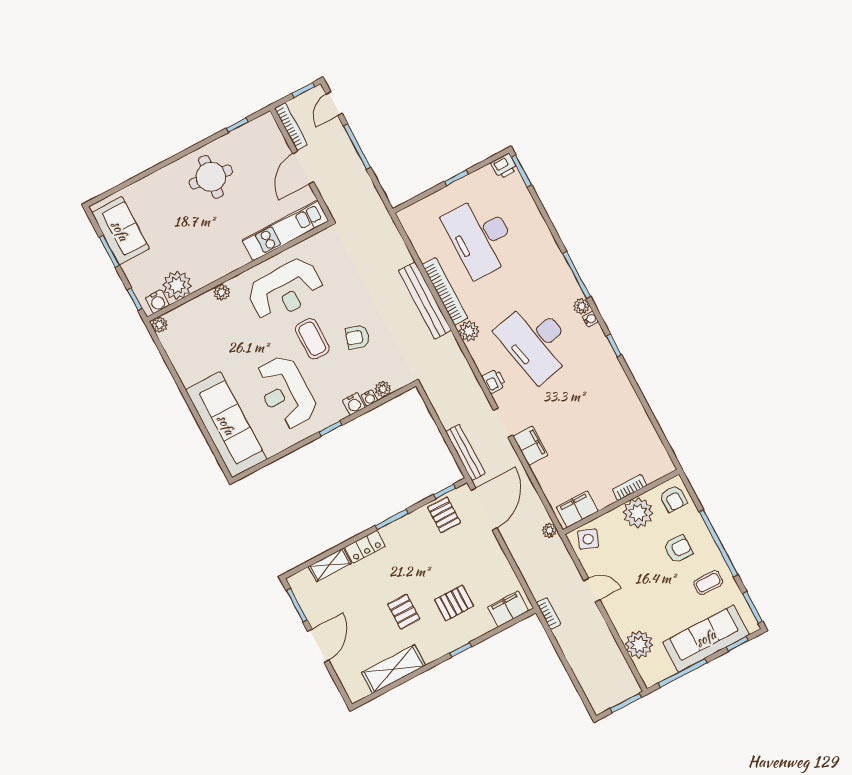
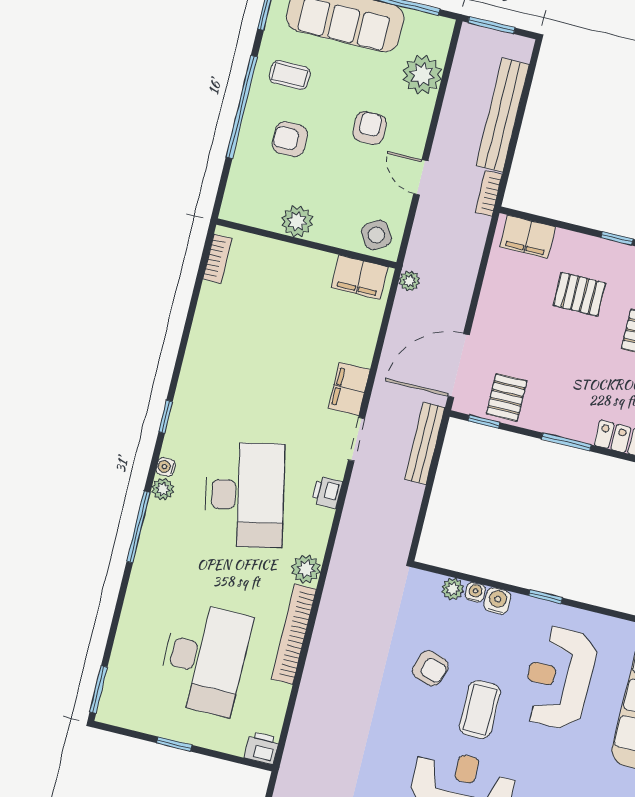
printer: (504, 166) -> (262, 748), moved
bench: (425, 300) -> (503, 115), moved
reception desk: (286, 392) -> (559, 678), turned 180
bookcase: (629, 487) -> (217, 259), moved, turned -90
armchair: (673, 499) -> (370, 128), moved
plant: (638, 513) -> (297, 221), width x0.73, depth x0.73
side table: (588, 539) -> (376, 235), turned 38

